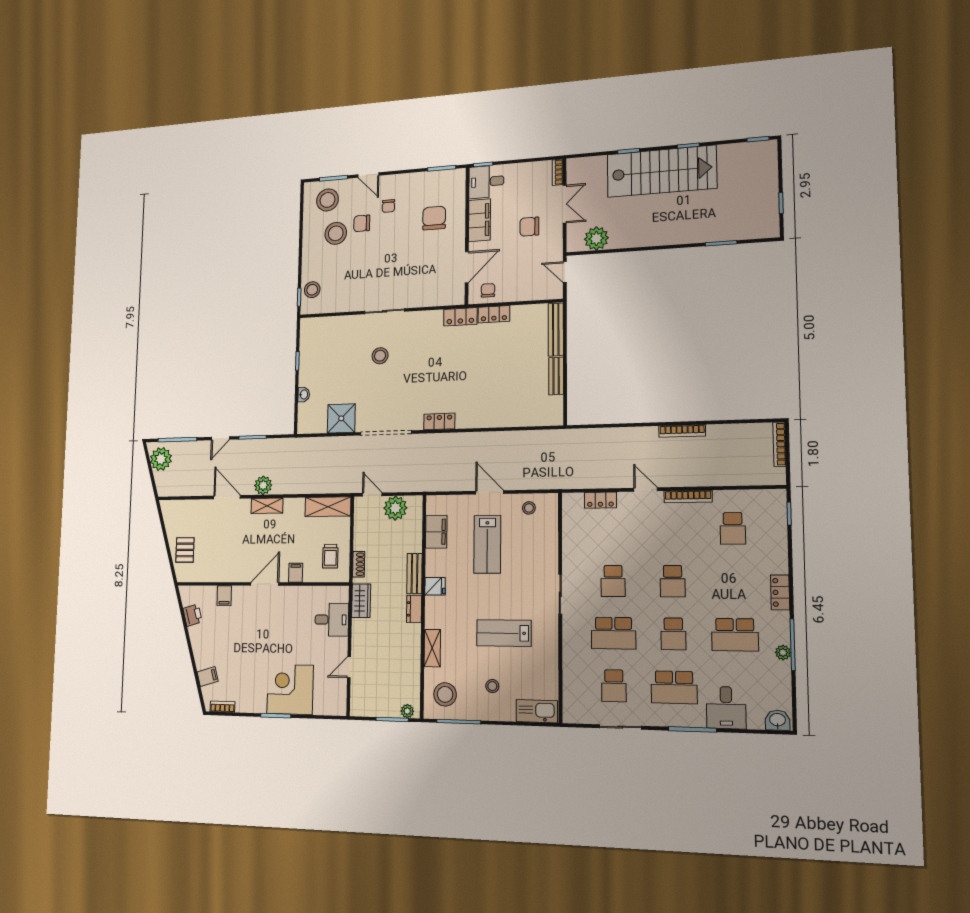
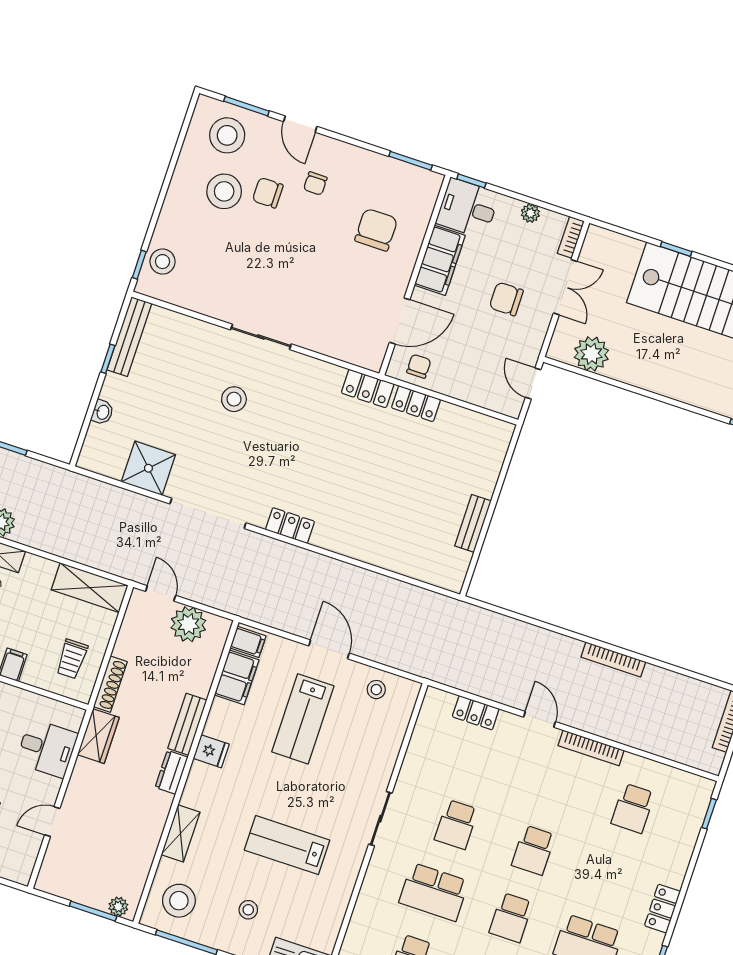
plant: (527, 168) -> (530, 213), added
bench: (556, 330) -> (129, 337), moved
filing cabinet: (436, 506) -> (248, 642), added
shoe rack: (359, 564) -> (110, 684), width x1.43

